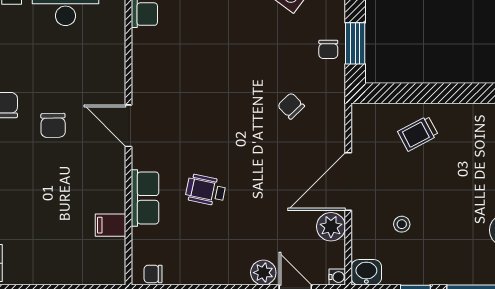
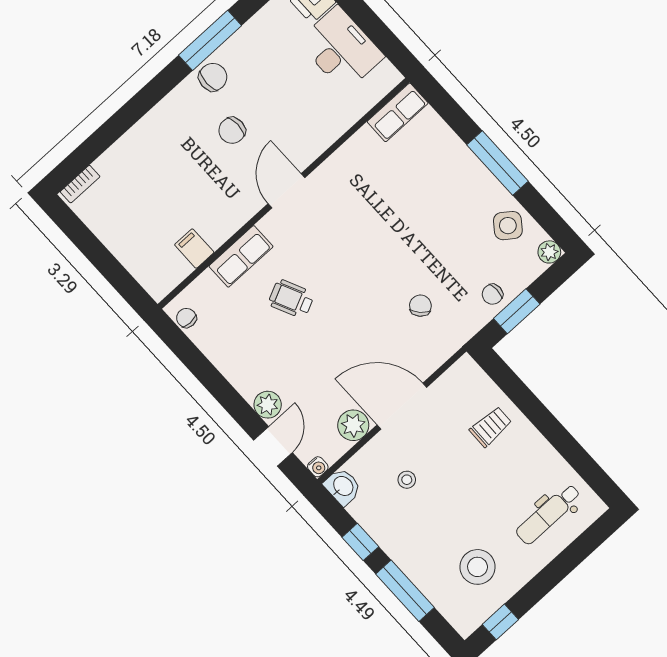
trolley: (418, 133) -> (491, 427), turned 119
wheelchair: (206, 190) -> (291, 299), turned -37

